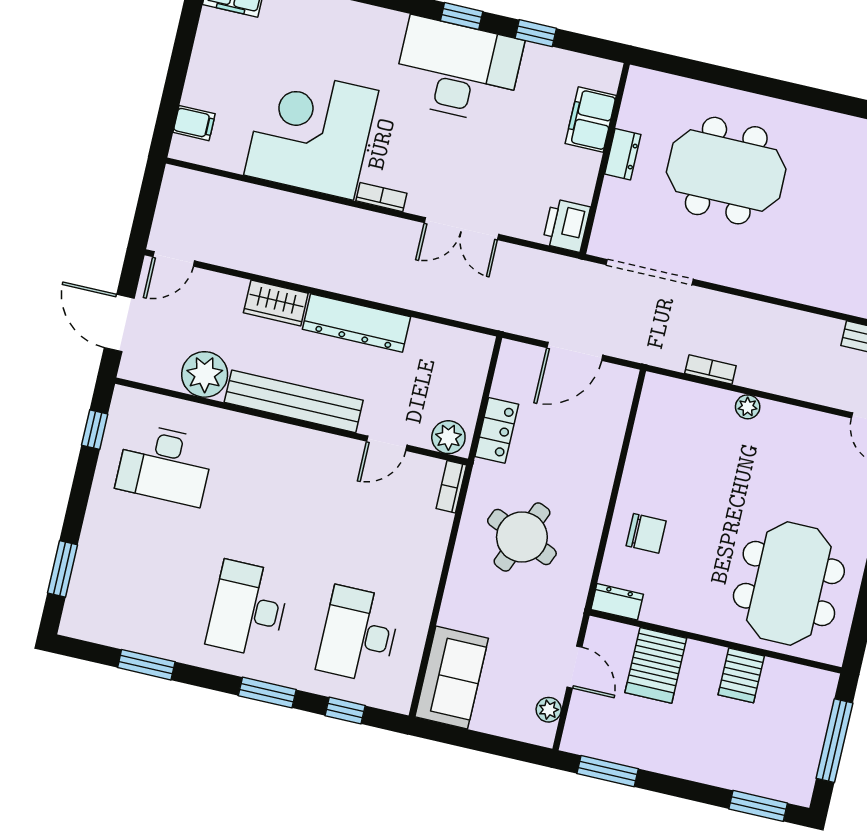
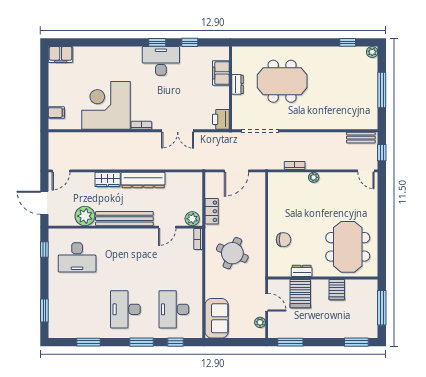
desk: (458, 70) -> (161, 61), width x0.73, depth x0.77
dresser: (617, 602) -> (302, 271), moved

